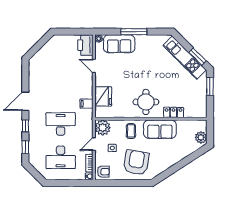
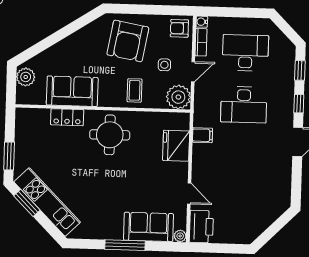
sofa: (160, 129) -> (72, 91), moved

